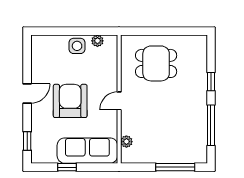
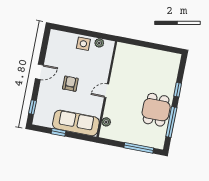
dining table: (156, 63) -> (156, 110), moved, turned 90
armchair: (70, 101) -> (70, 84), width x0.53, depth x0.53

